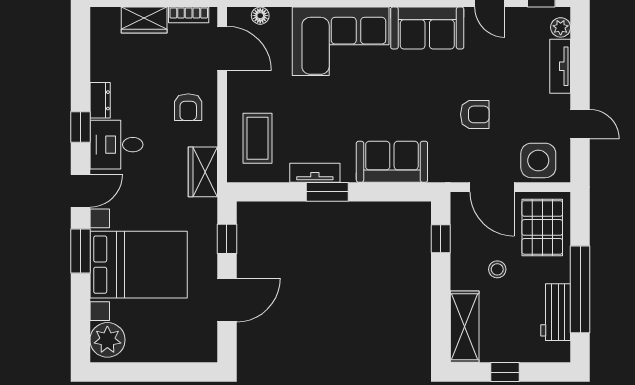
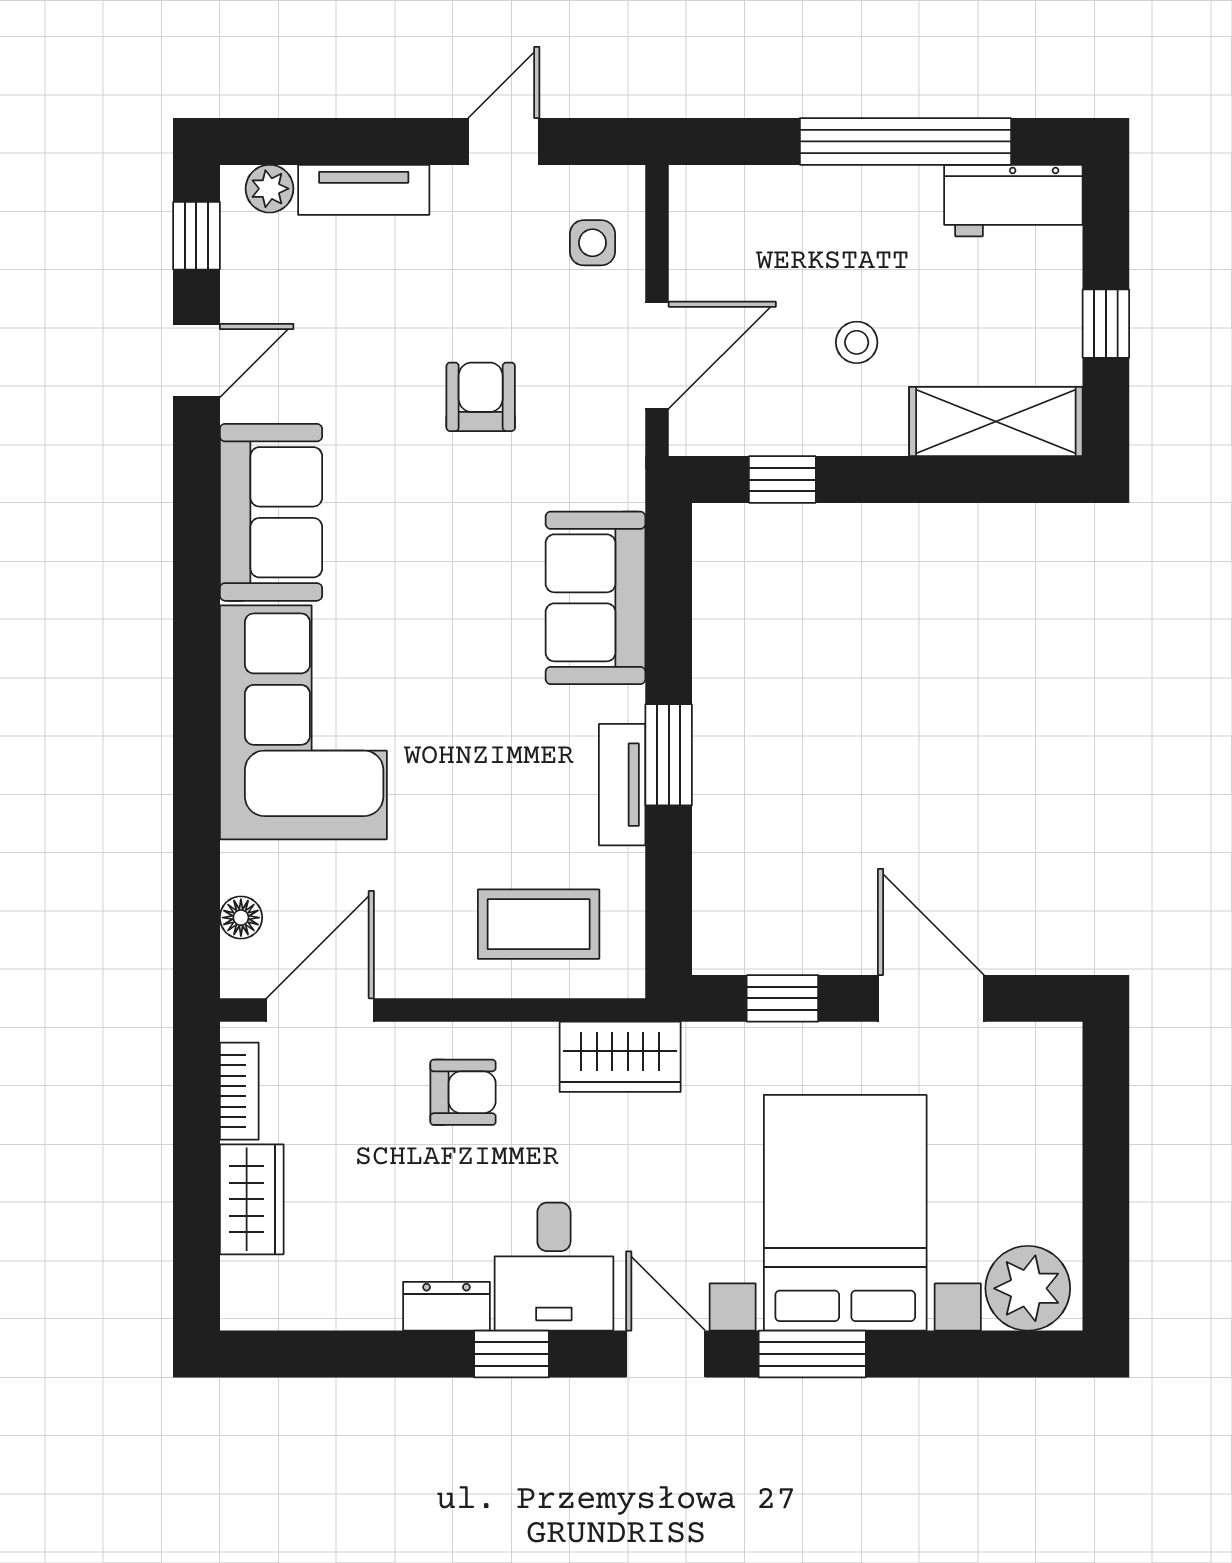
side table: (538, 160) -> (592, 243), width x0.54, depth x0.54
pallet: (542, 227) -> (755, 233), removed
workbench: (556, 312) -> (1013, 201), moved

